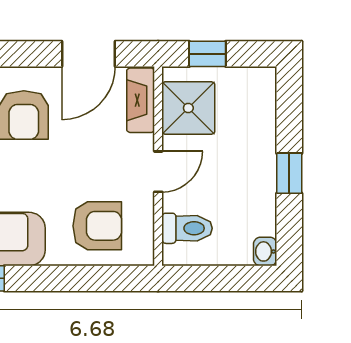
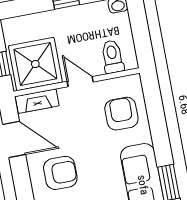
shower: (188, 108) -> (35, 64), width x1.37, depth x1.37

